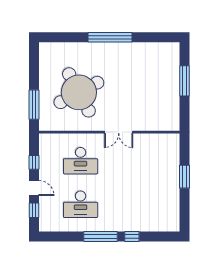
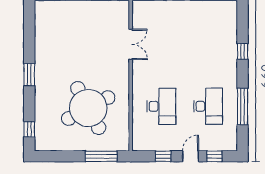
window: (59, 37) -> (29, 129), added
window: (110, 37) -> (29, 75), width x0.47
double door: (119, 132) -> (131, 44), moved
window: (100, 237) -> (243, 106), moved

